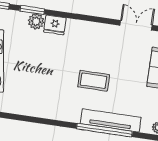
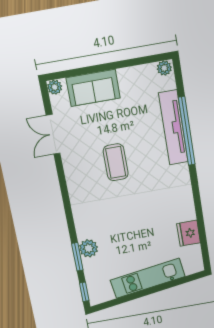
fridge: (55, 25) -> (189, 233), moved, turned 180
coffee table: (94, 81) -> (116, 162), moved

